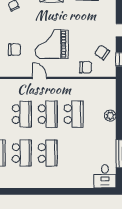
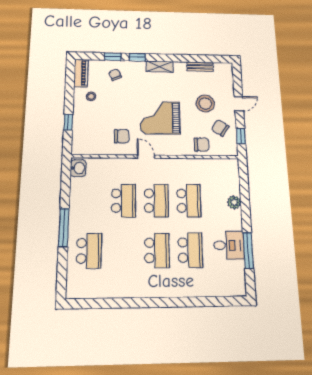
stool: (90, 31) -> (205, 104), added
chair: (15, 50) -> (122, 136), moved
school desk: (22, 153) -> (190, 250), moved
desk: (105, 176) -> (229, 245), moved, turned -90

